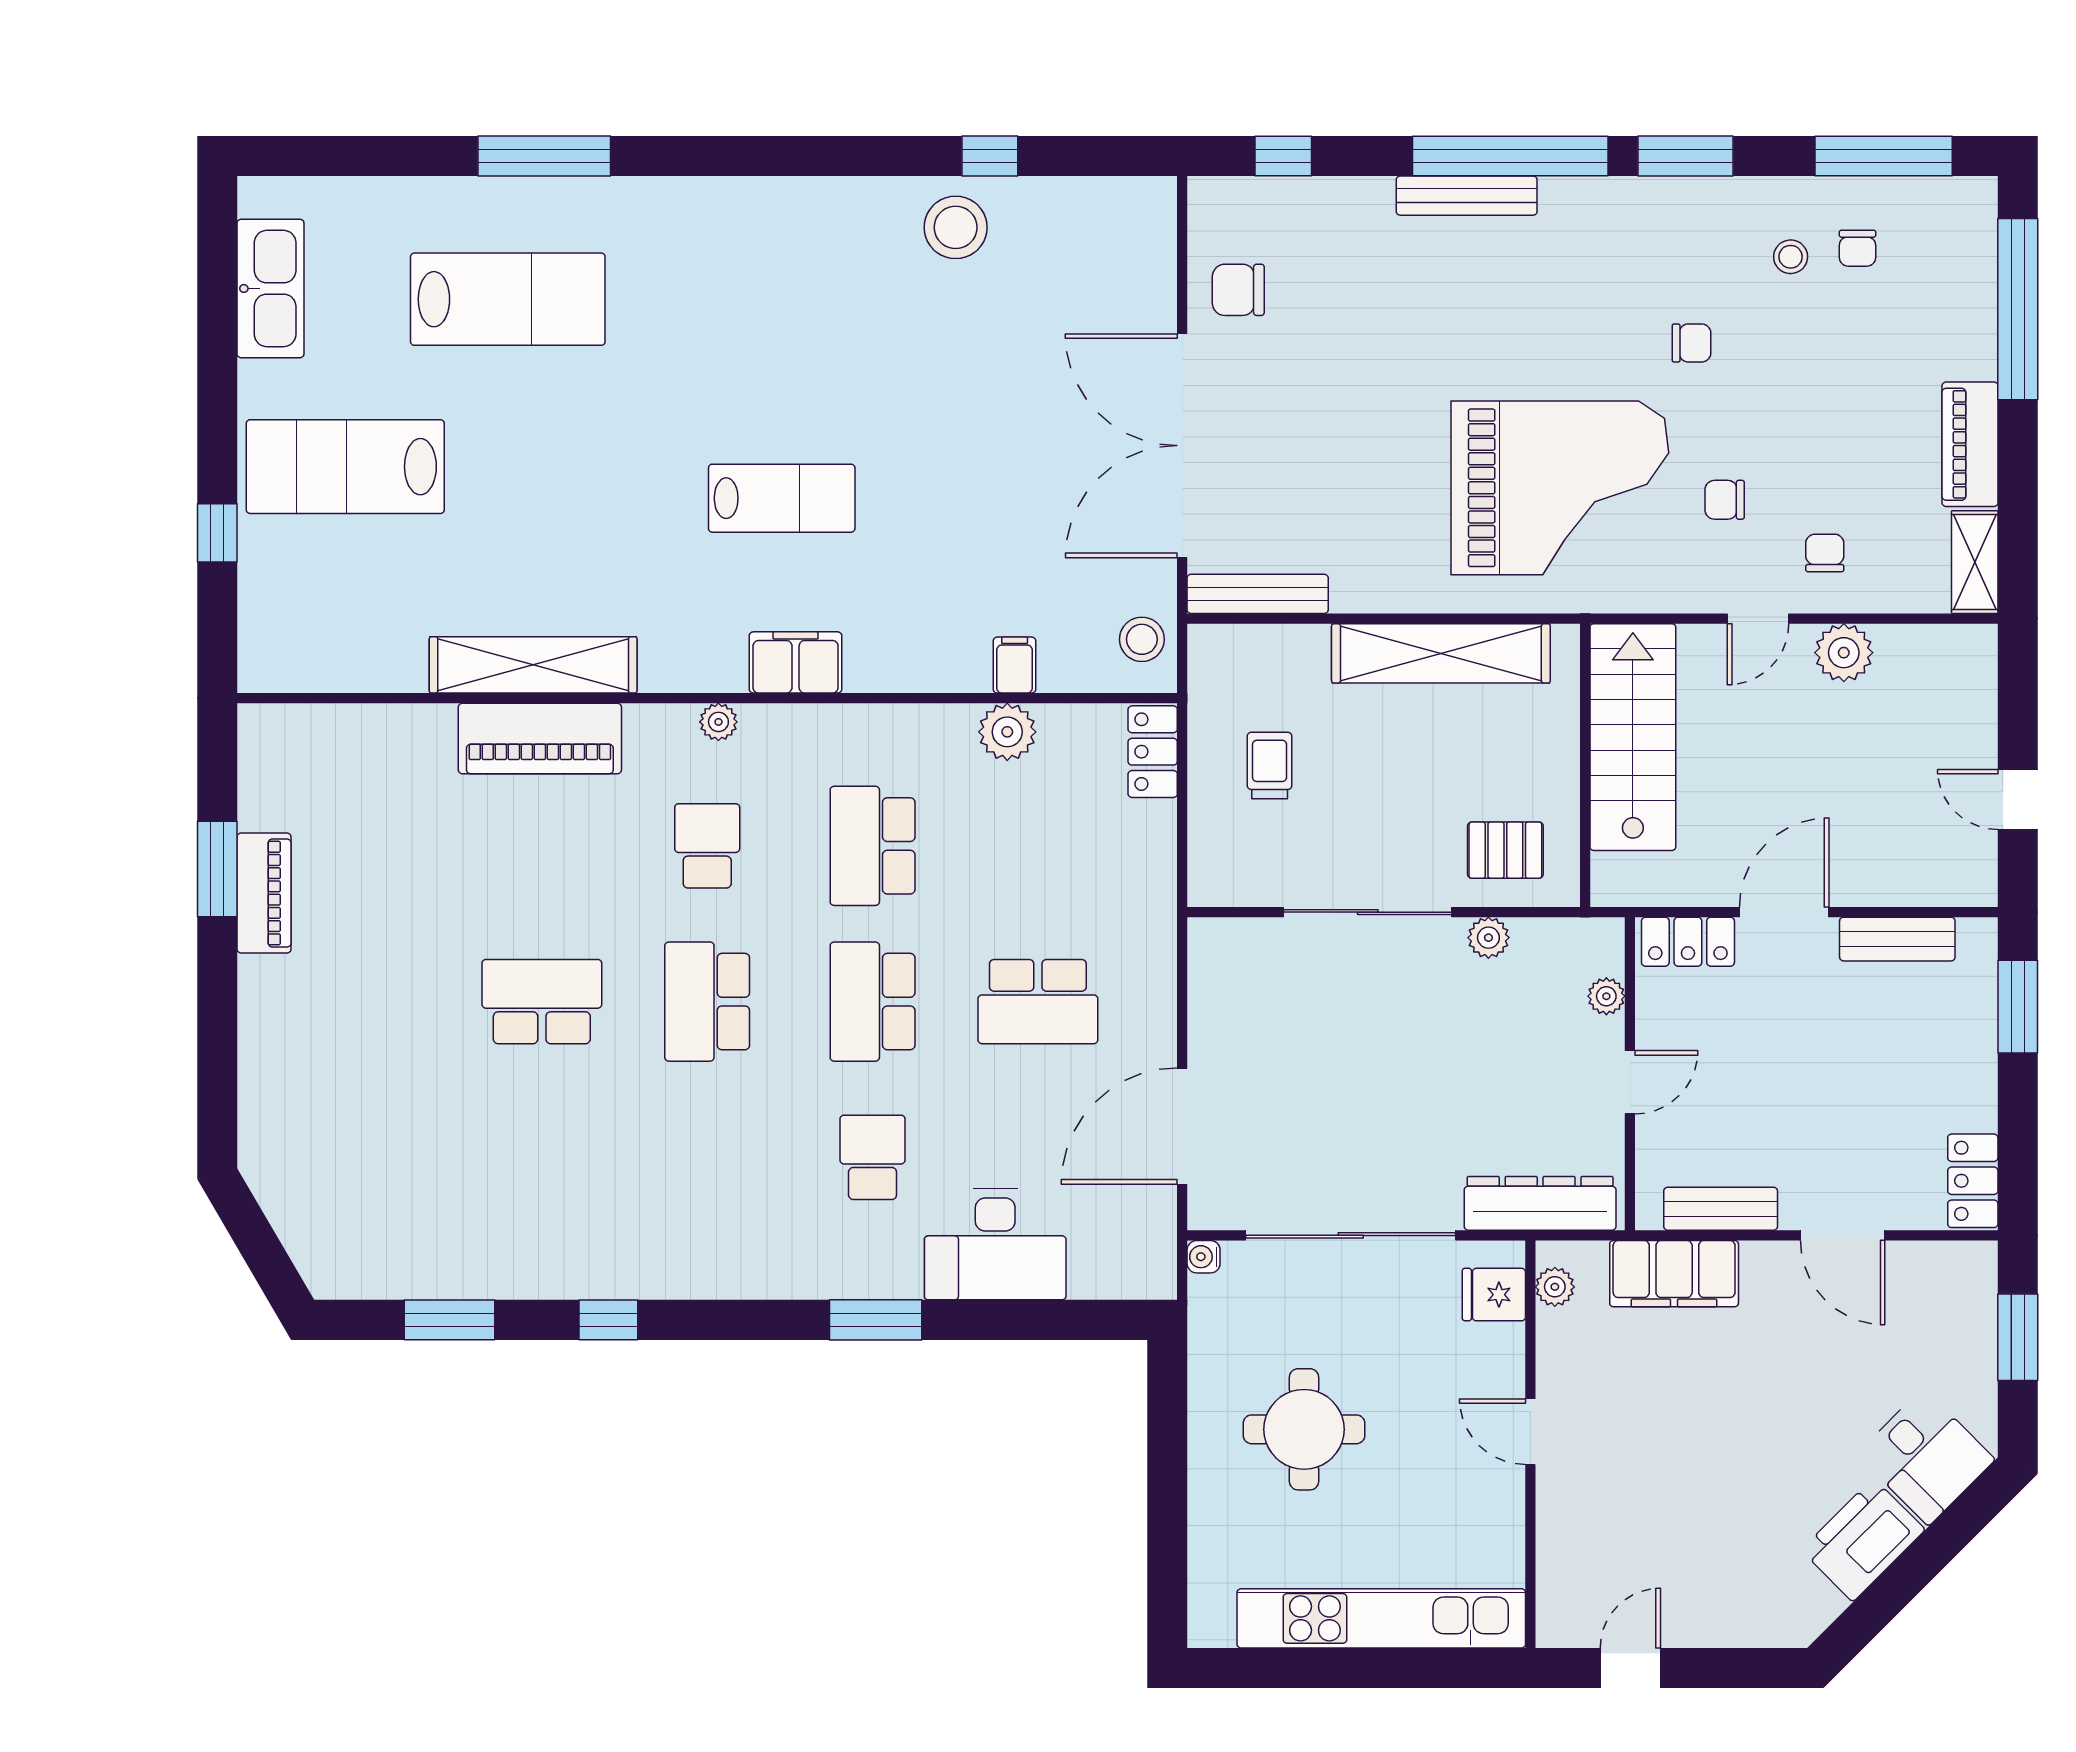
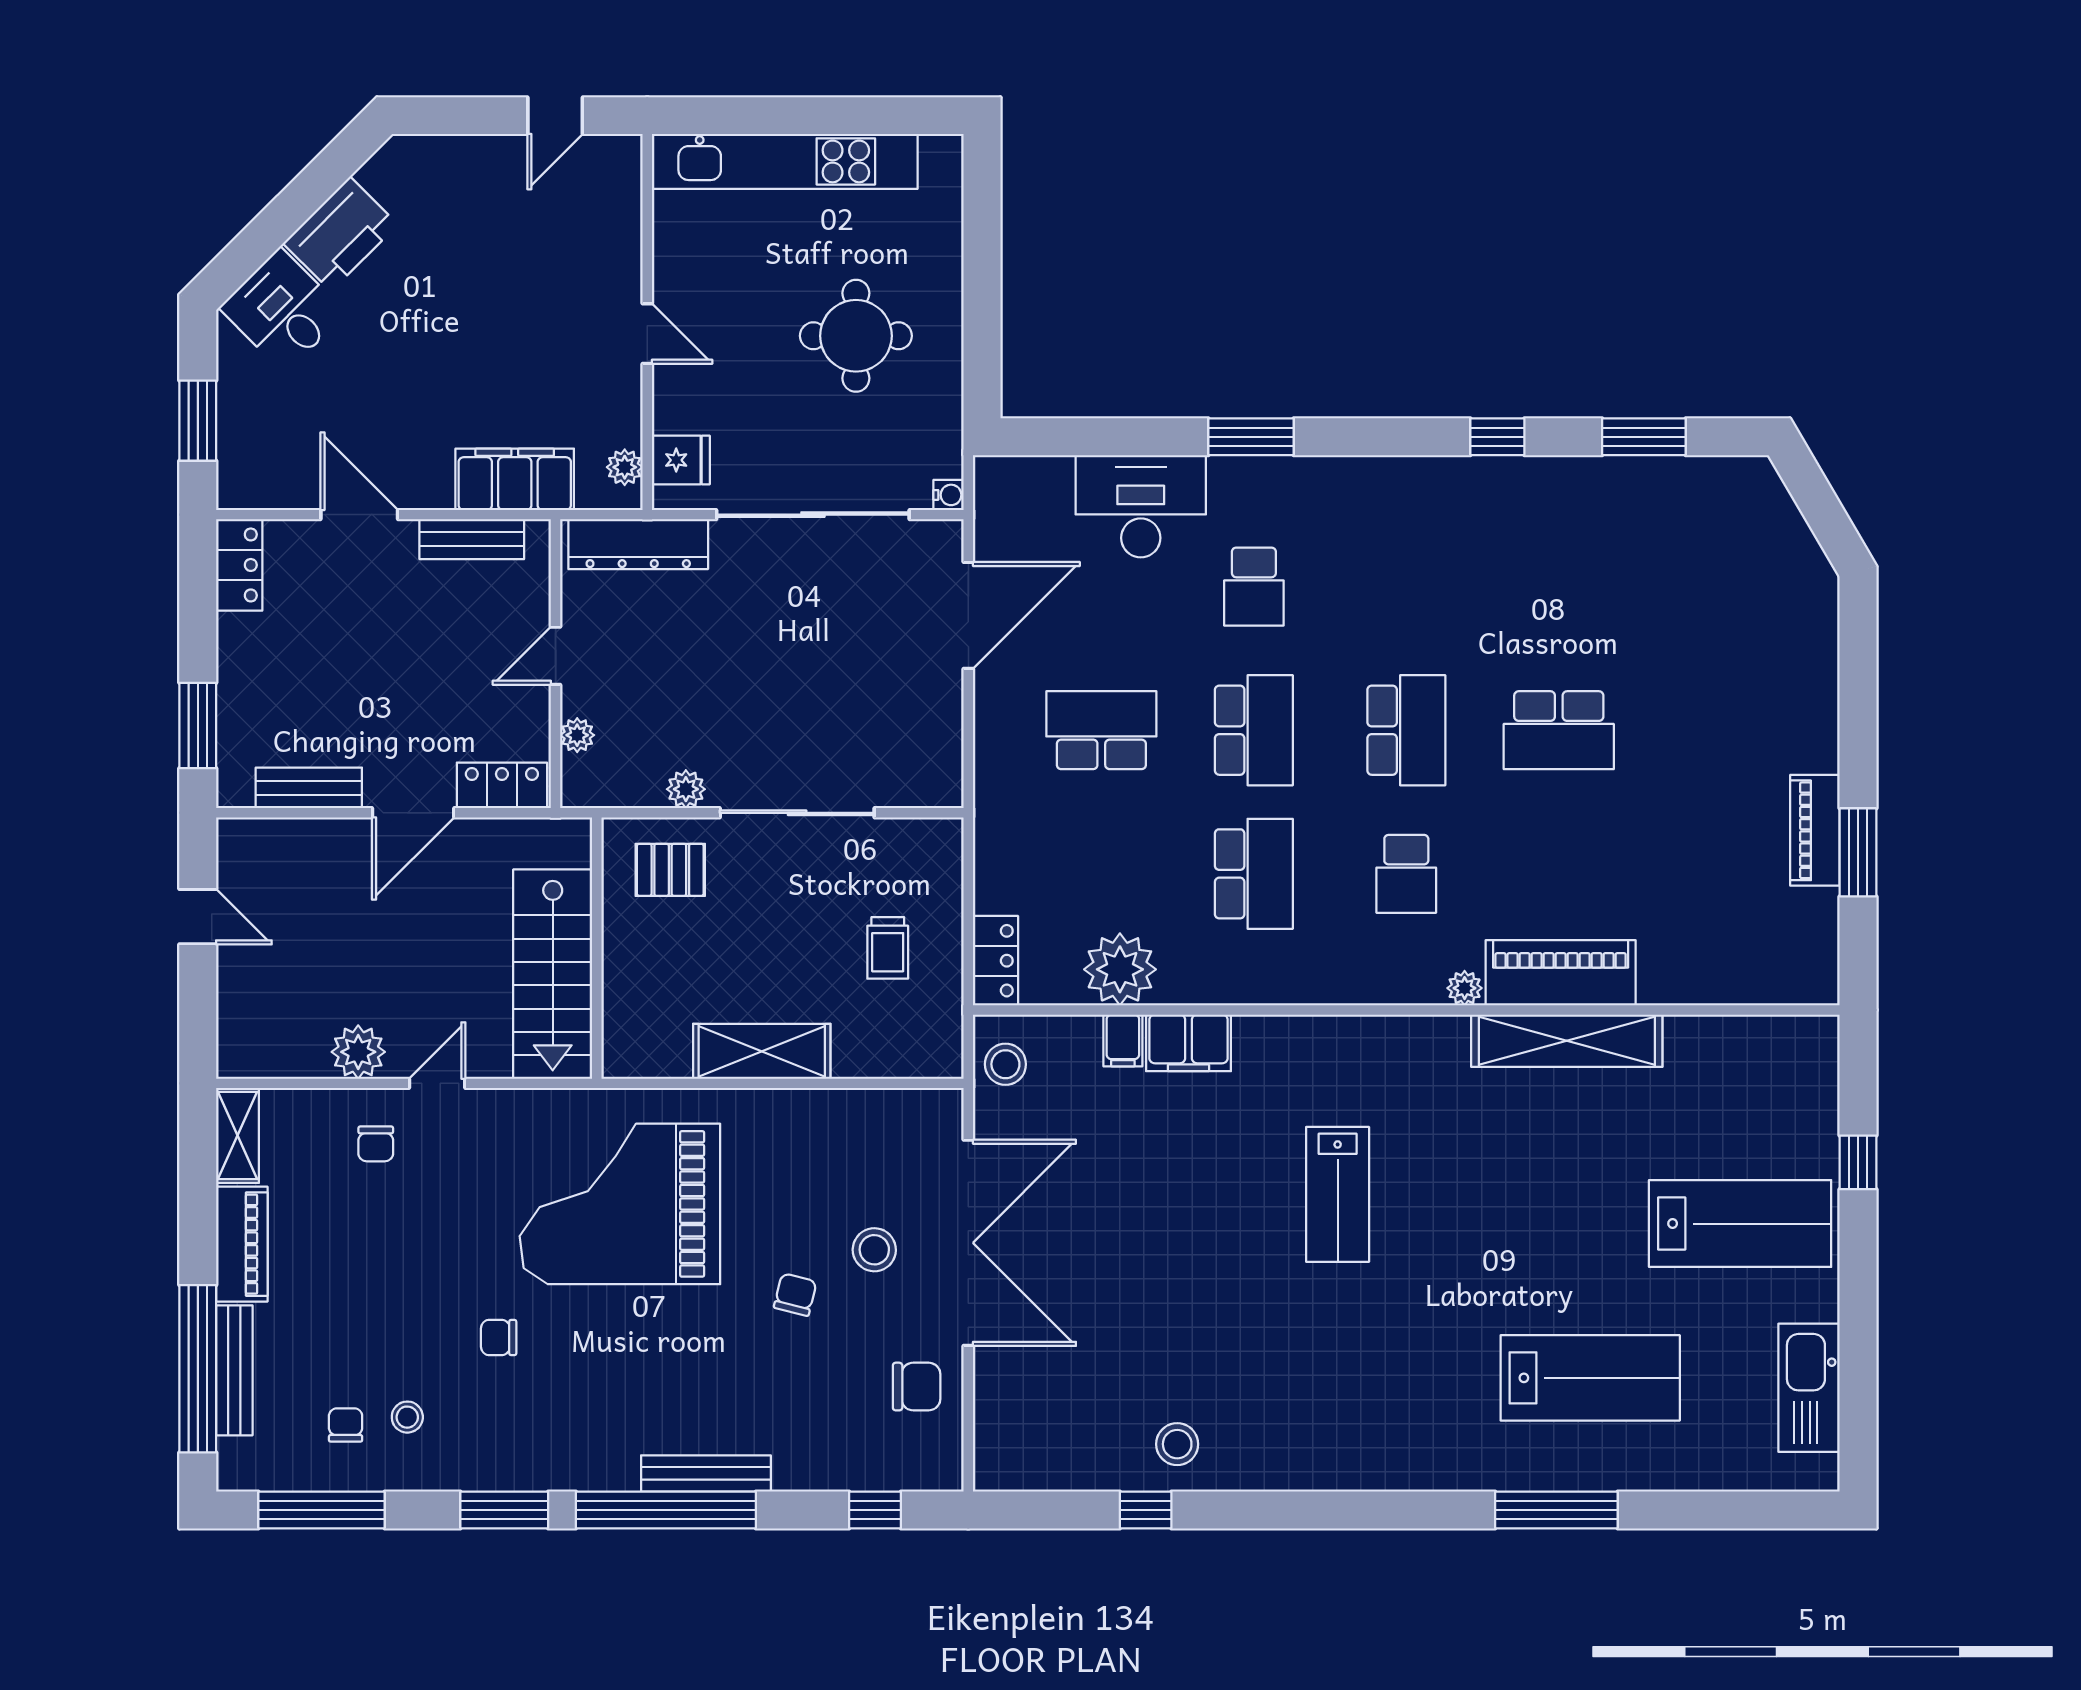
stool: (956, 227) -> (1177, 1444), width x0.73, depth x0.73
lab bench: (508, 299) -> (1590, 1378), turned 180
stool: (1284, 438) -> (874, 1250), added
lab bench: (782, 498) -> (1338, 1194), turned -90
chair: (1725, 500) -> (795, 1295), moved, turned -76
bench: (1258, 594) -> (234, 1370), moved, turned 90
shelving: (1441, 653) -> (762, 1051), width x0.68
filing cabinet: (796, 662) -> (1188, 1043), moved
plant: (718, 722) -> (1465, 988), moved
plant: (1007, 732) -> (1120, 969), width x1.36, depth x1.36

